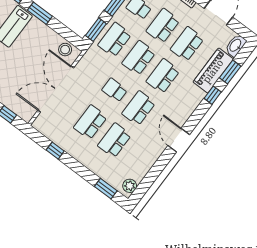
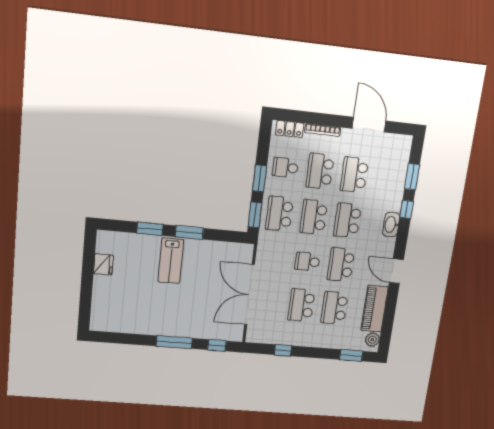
washbasin: (236, 45) -> (391, 225), moved
stool: (65, 50) -> (236, 252), removed
piano: (213, 71) -> (375, 309), moved

